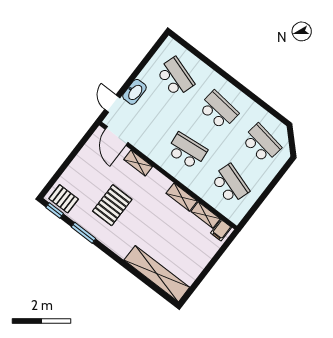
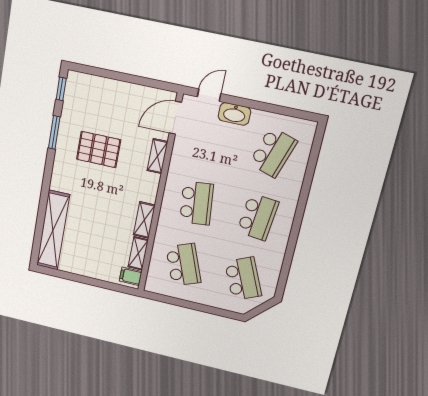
school desk: (261, 143) -> (243, 279), turned -33
school desk: (230, 184) -> (183, 265), turned -39
pallet: (64, 199) -> (78, 93), removed

